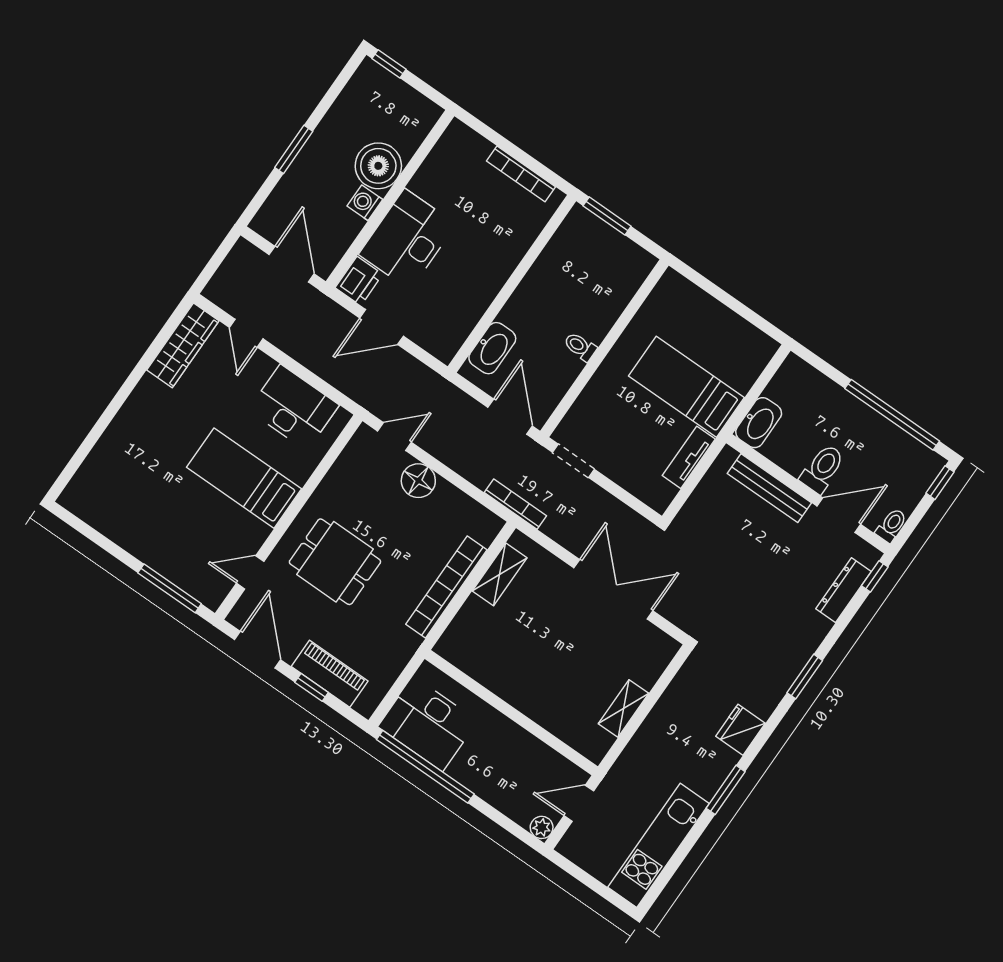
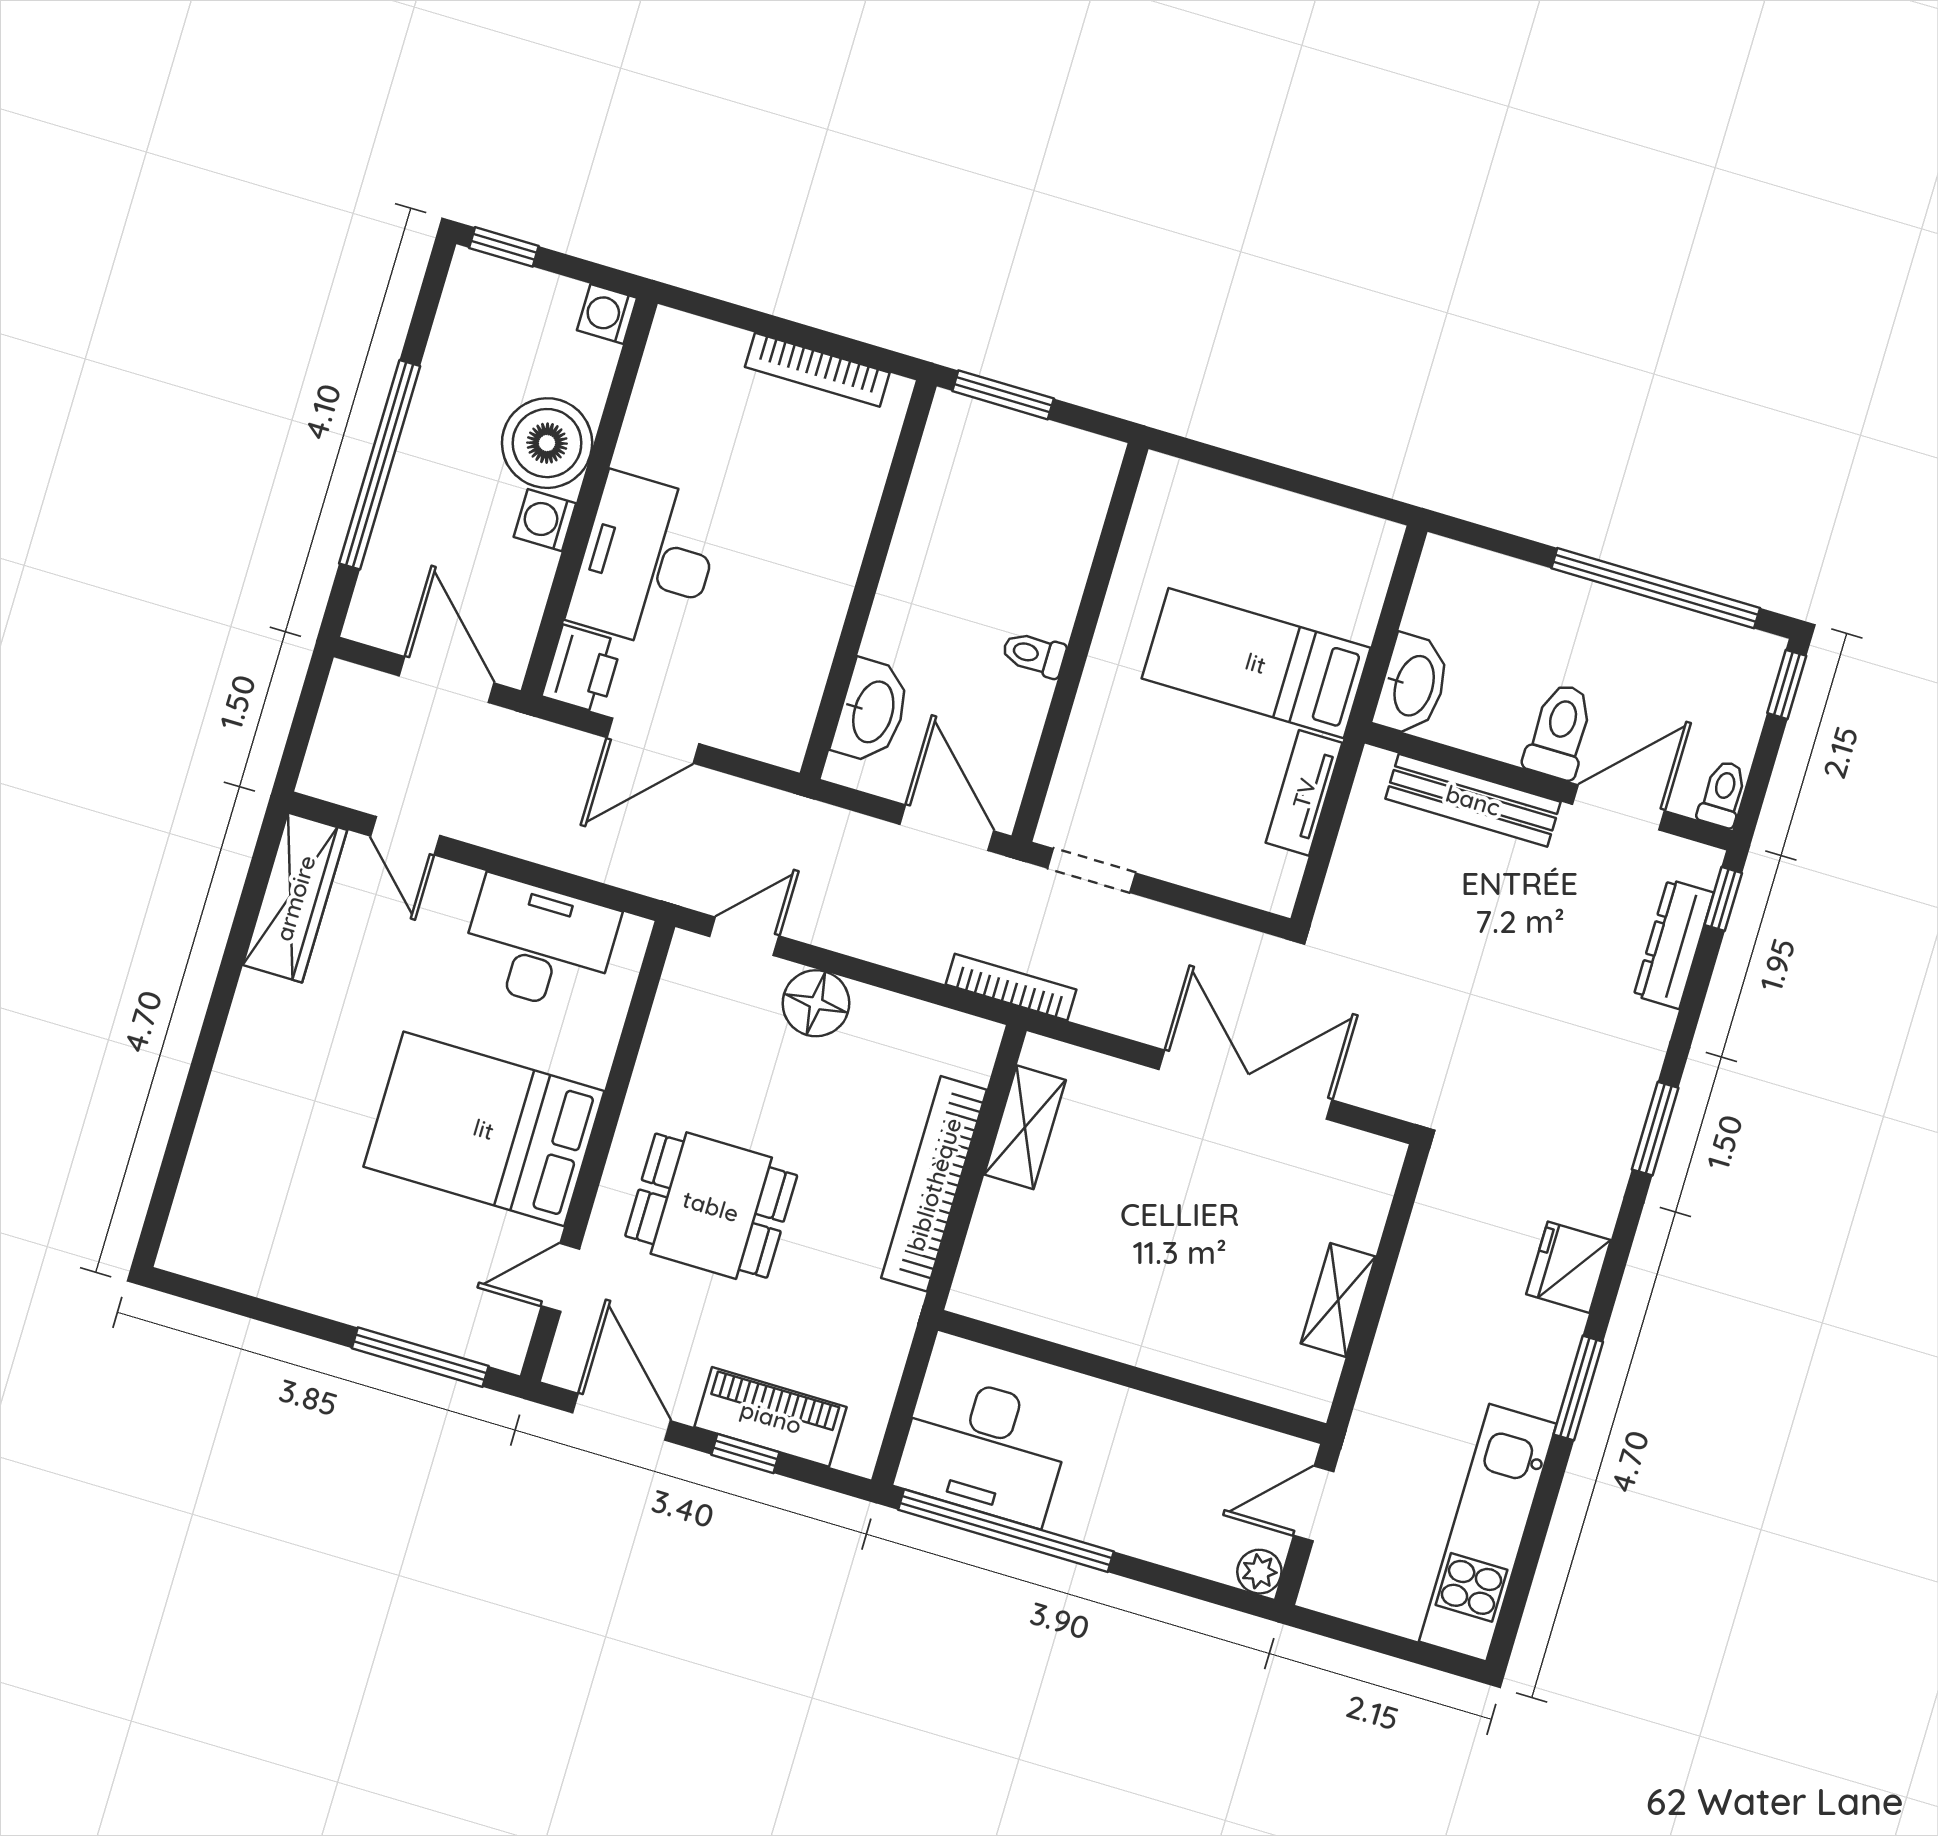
washing machine: (428, 113) -> (607, 314), added
window: (294, 149) -> (380, 465), width x2.11
bed: (244, 478) -> (484, 1129), width x1.50

